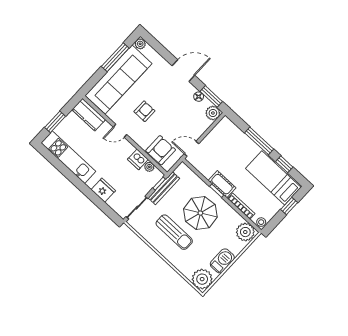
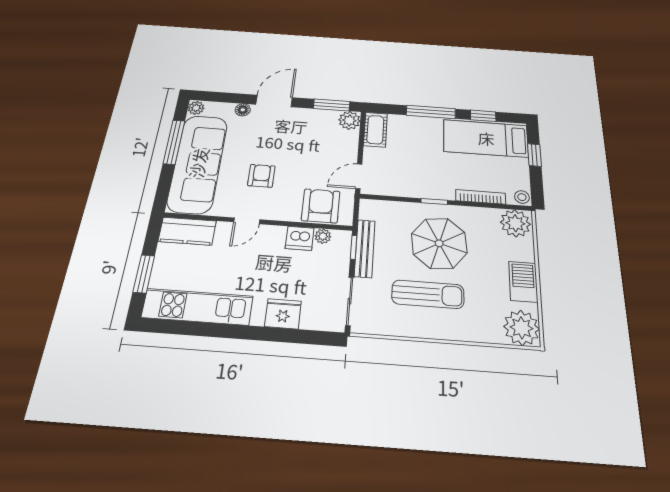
floor lamp: (199, 97) -> (243, 110), moved
cot: (222, 184) -> (375, 130), moved, turned 90

